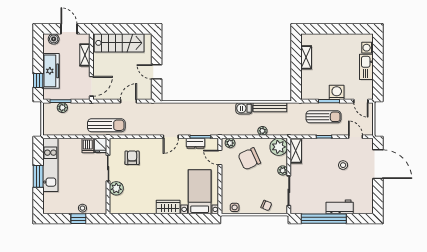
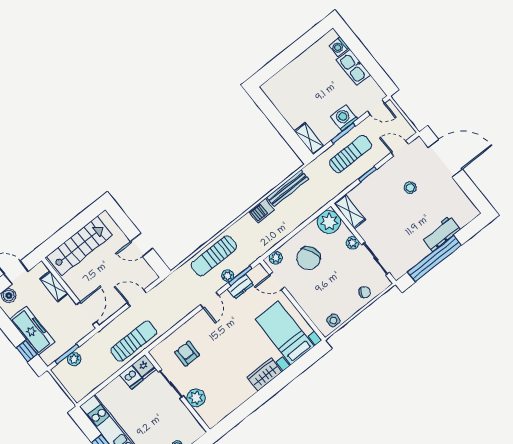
shelving: (306, 57) -> (309, 139), moved
door: (129, 101) -> (137, 298), hinge flipped
sun lounger: (194, 113) -> (214, 256), added
plant: (262, 131) -> (228, 276), moved

